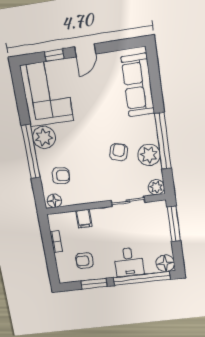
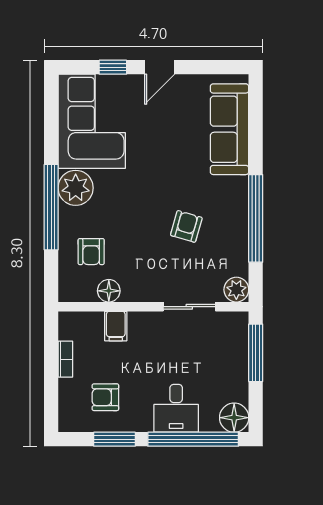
plant: (149, 155) -> (232, 237), removed
armchair: (61, 176) -> (91, 252), turned 84
floor lamp: (54, 201) -> (109, 291), moved

